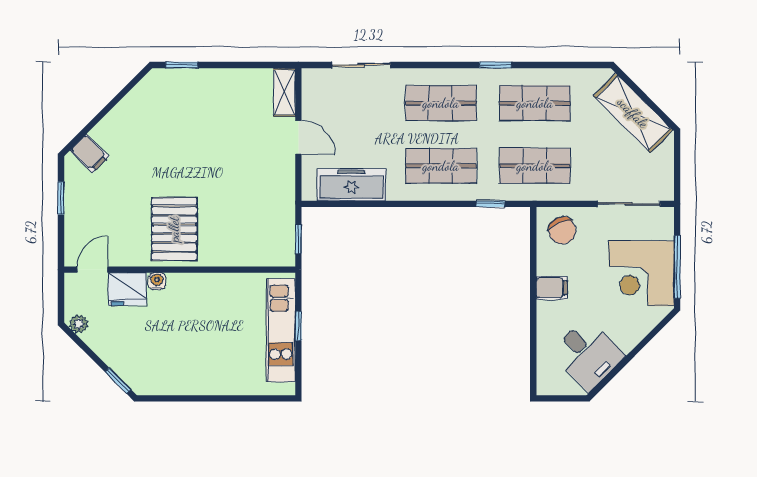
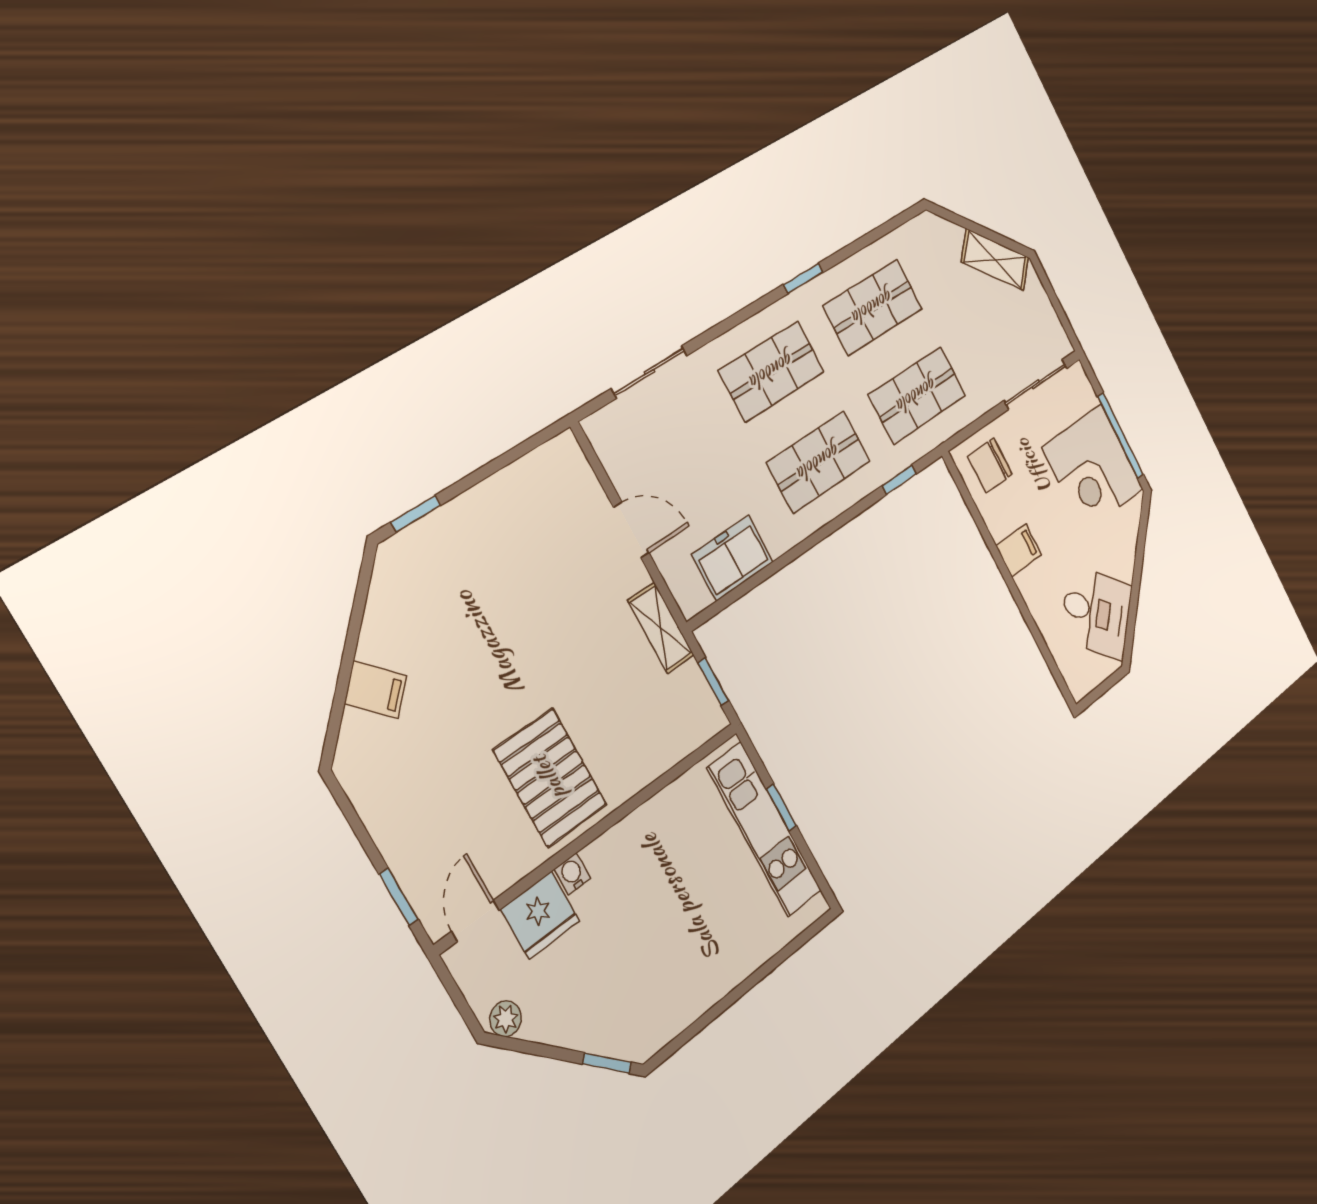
shelving: (284, 92) -> (661, 628), moved
shelving: (633, 113) -> (995, 260), width x0.67, depth x0.75
filing cabinet: (90, 153) -> (376, 690), moved
freezer: (351, 185) -> (733, 558), width x0.71
window: (61, 198) -> (399, 897), moved
chair: (562, 231) -> (990, 466), turned 113

